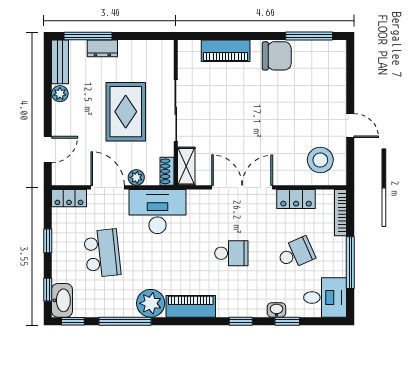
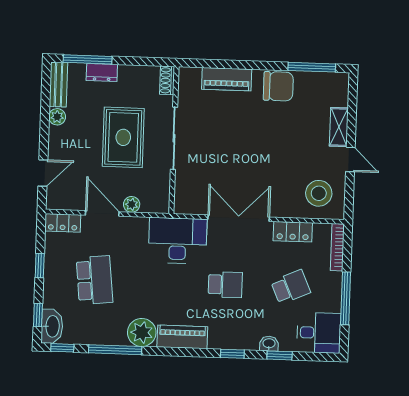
shelving: (186, 166) -> (339, 127), moved
shoe rack: (167, 171) -> (167, 80), moved
desk: (157, 211) -> (178, 241), moved

